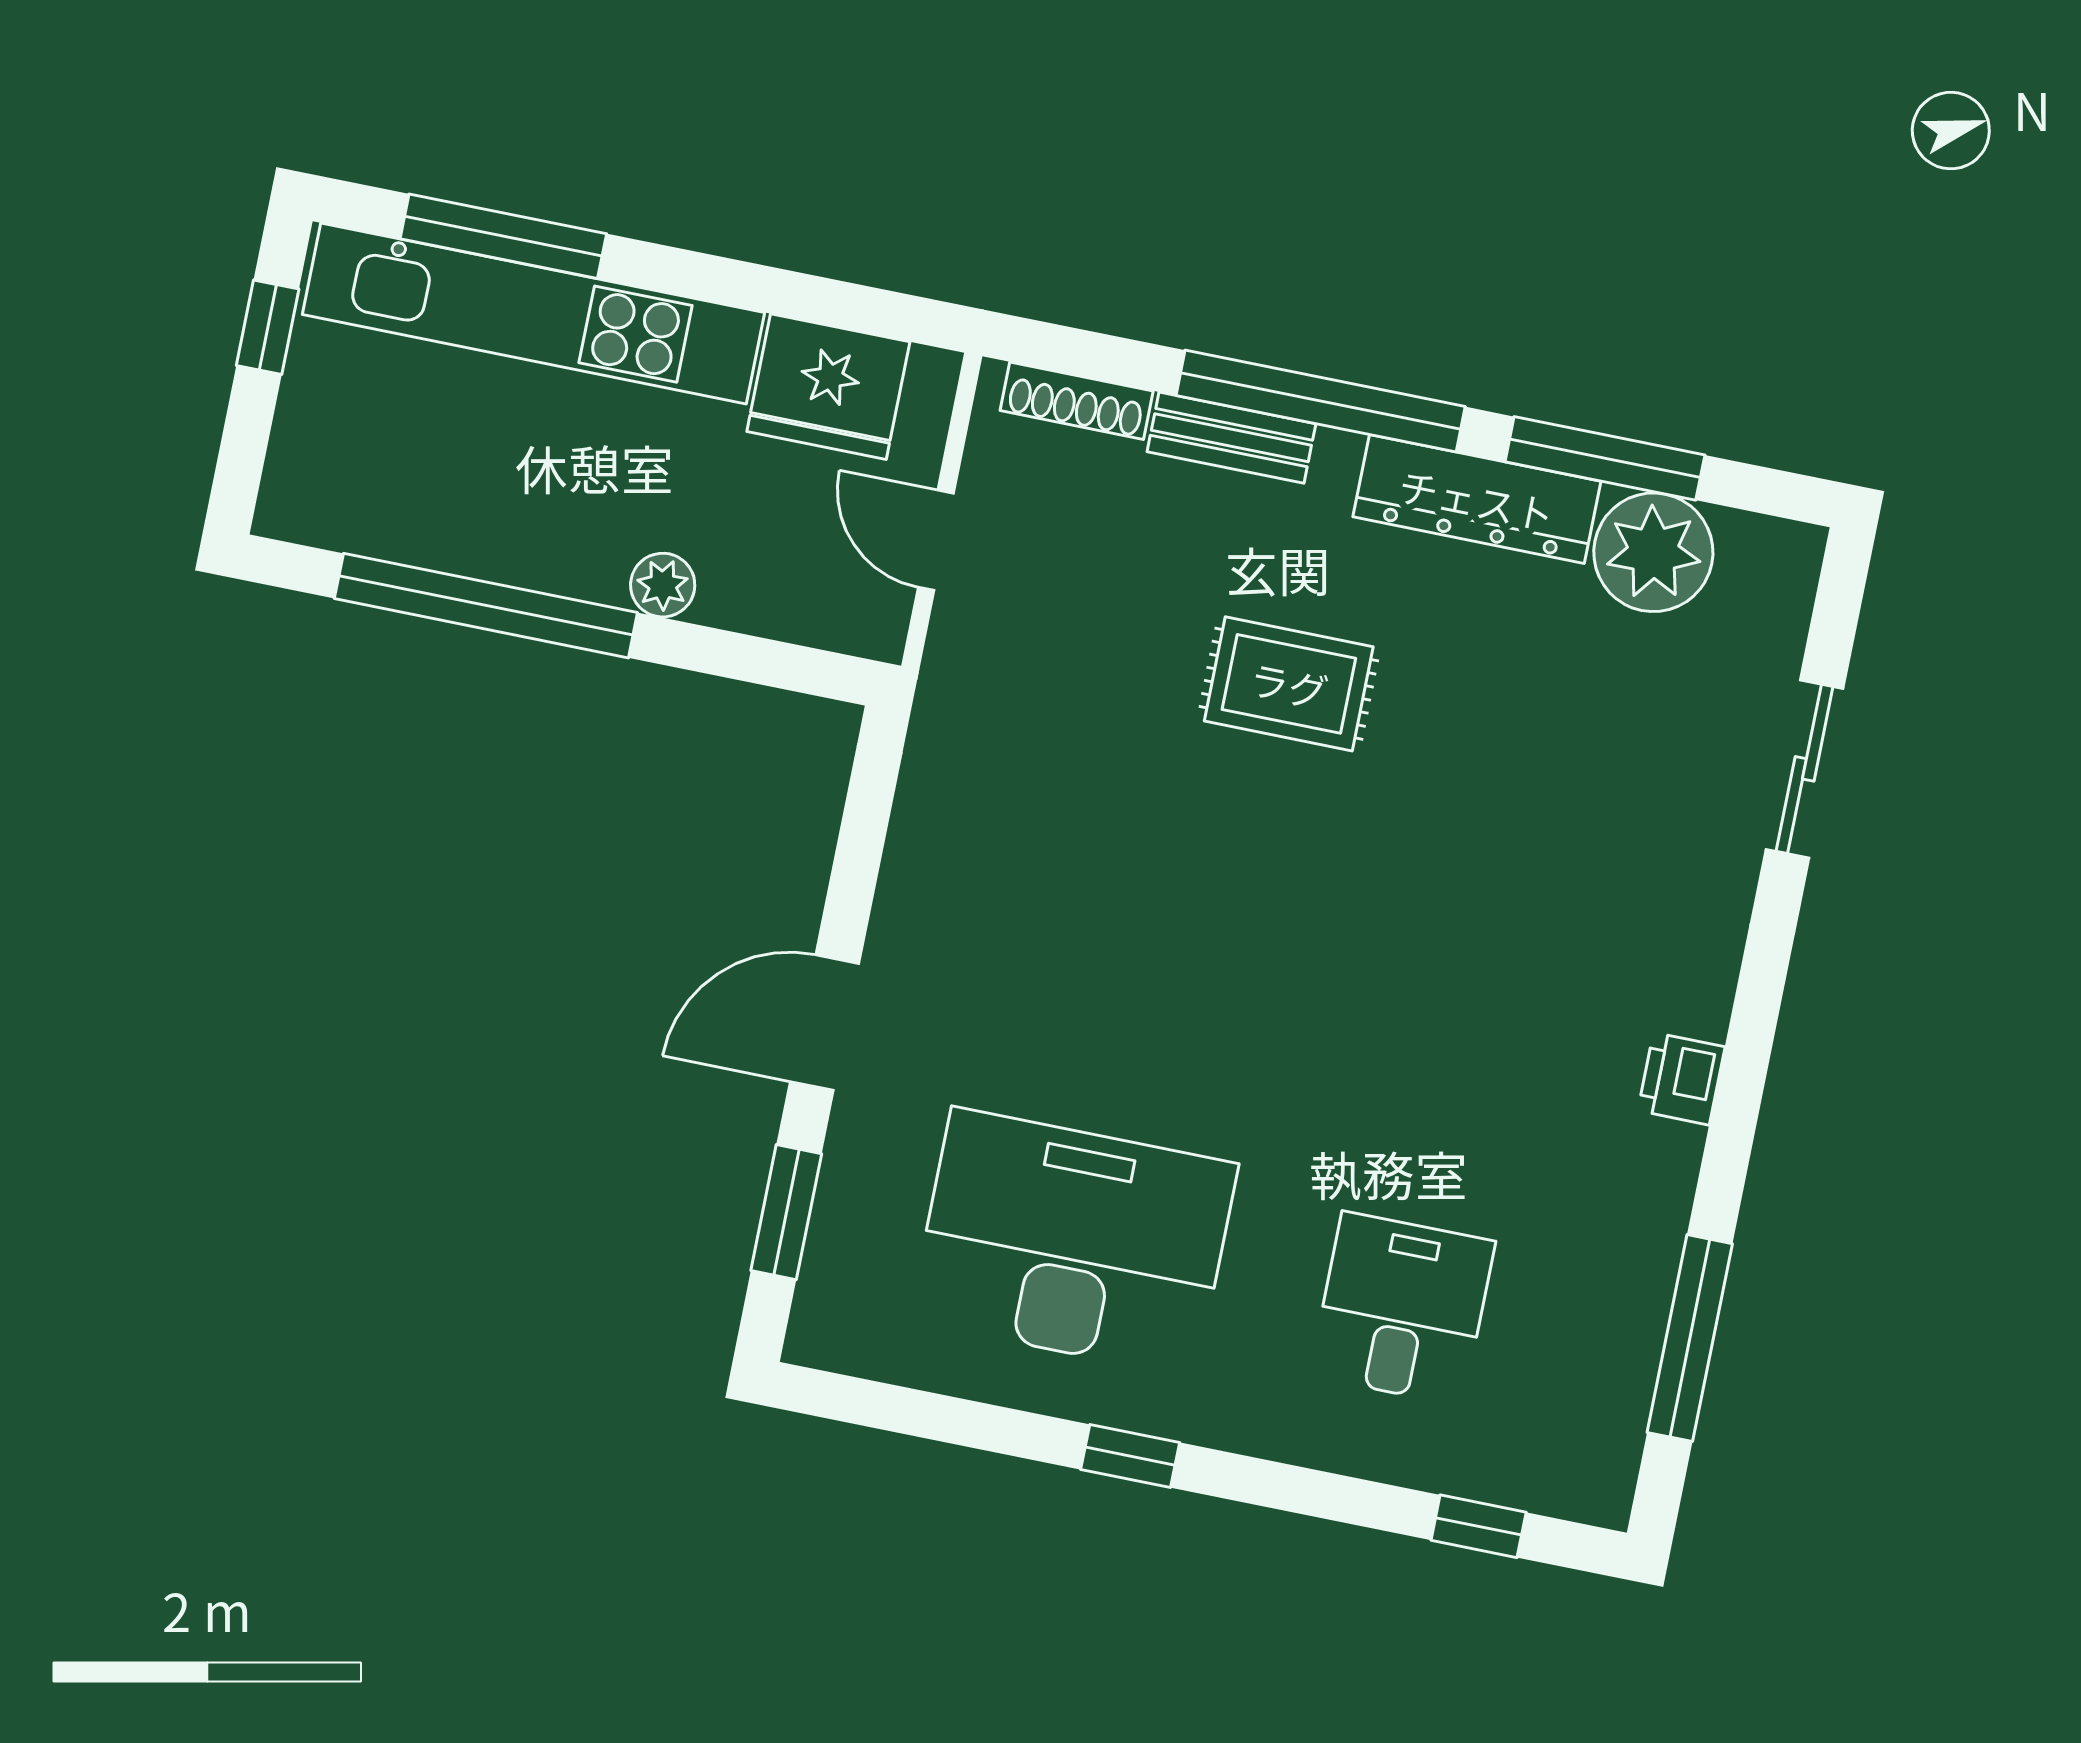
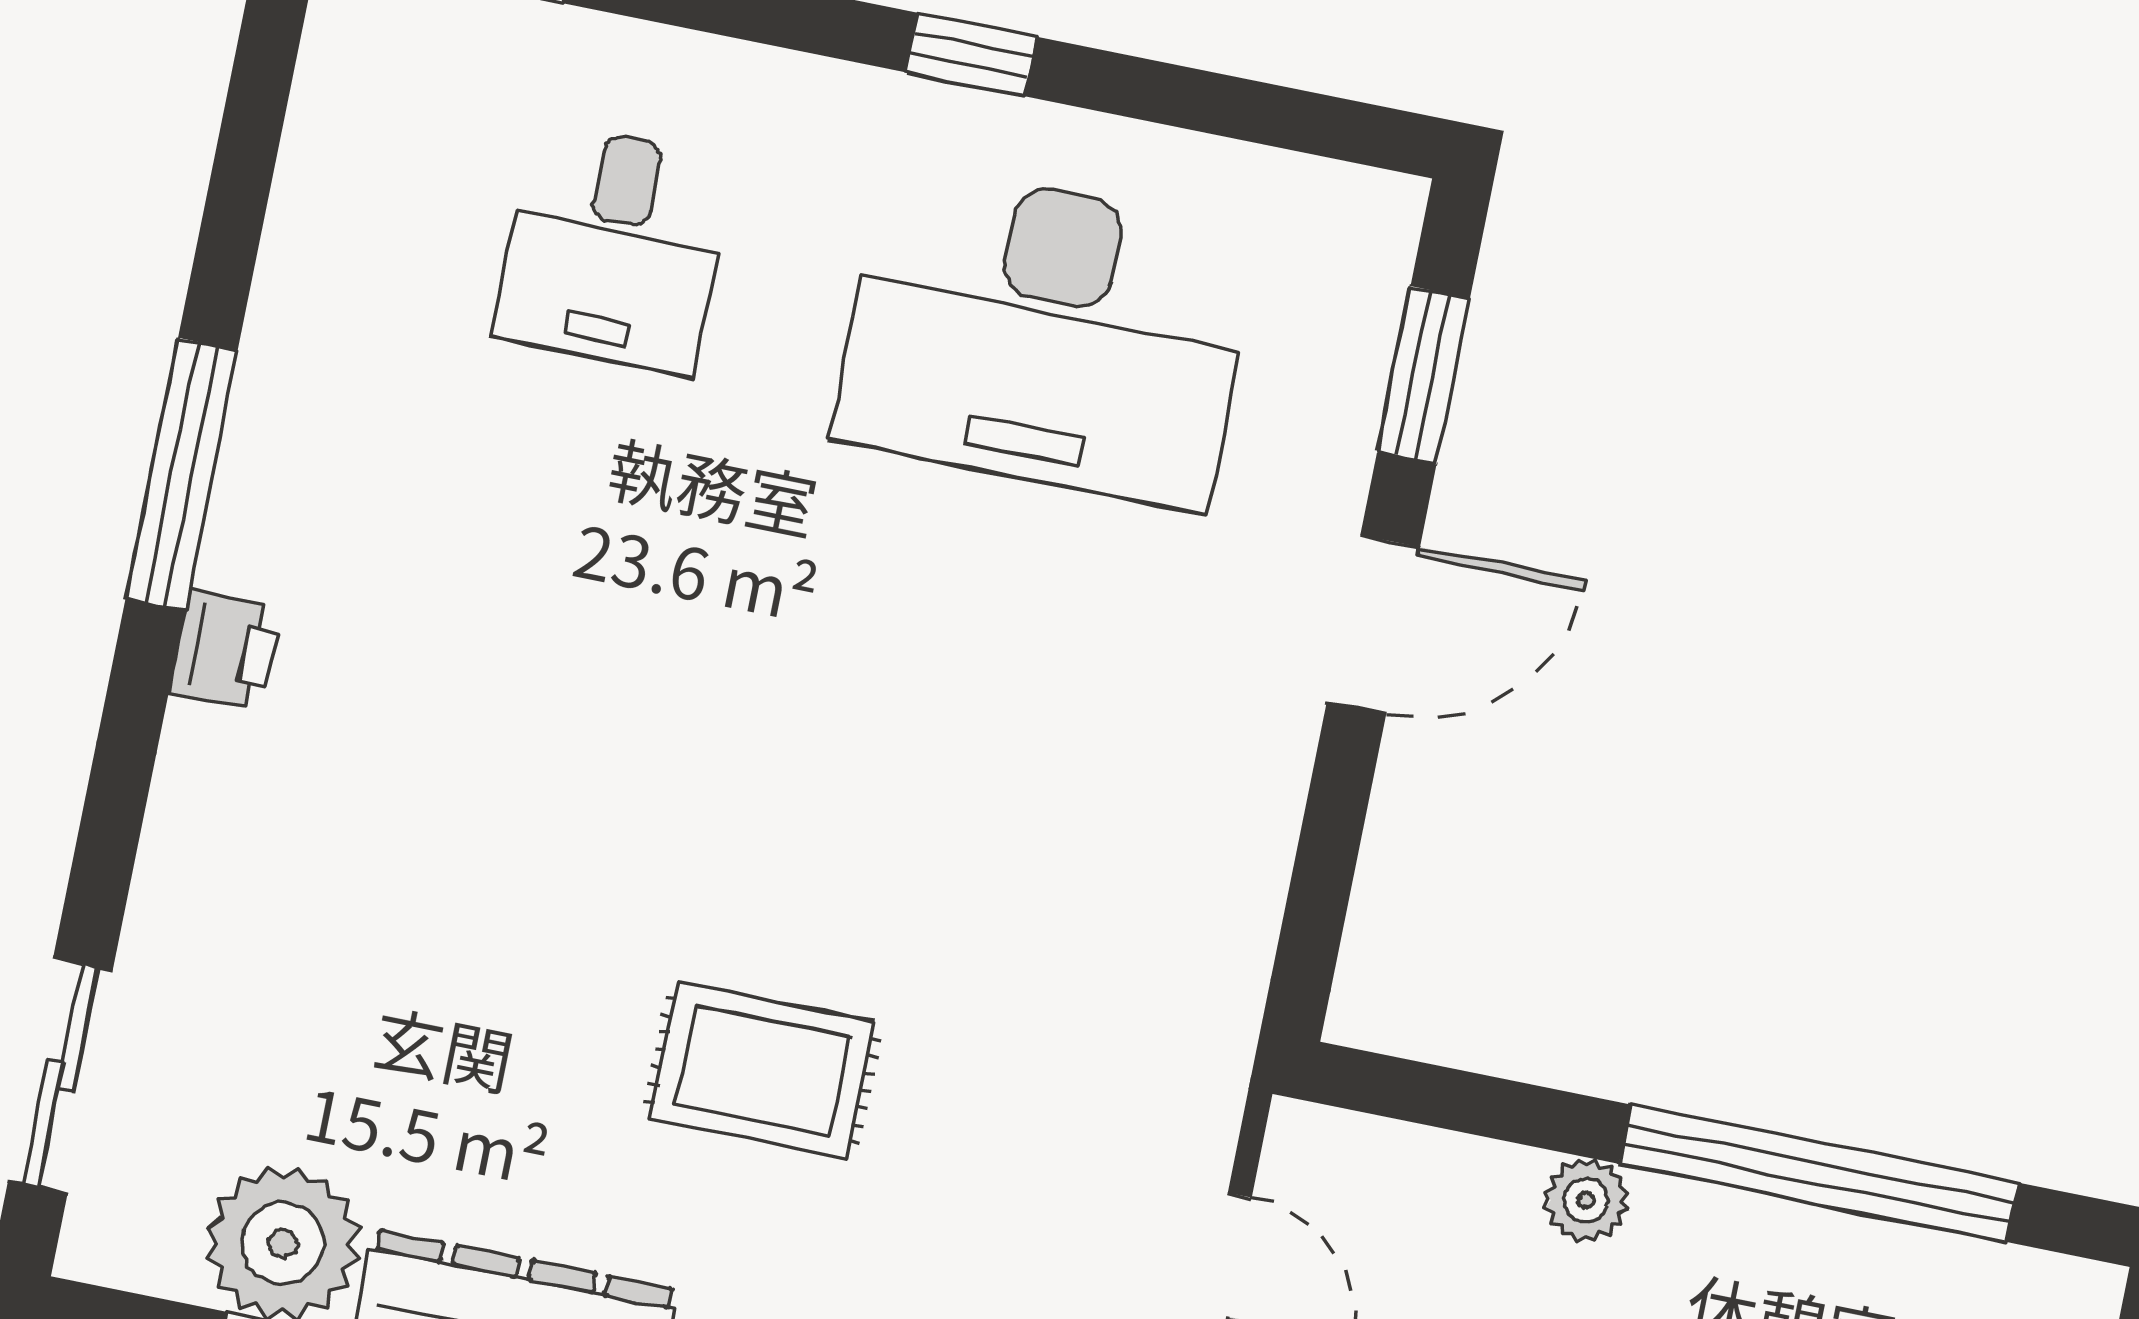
sliding door: (1805, 769) -> (60, 1076), moved
printer: (1681, 1079) -> (226, 650), moved
window: (1690, 1338) -> (182, 474), moved

